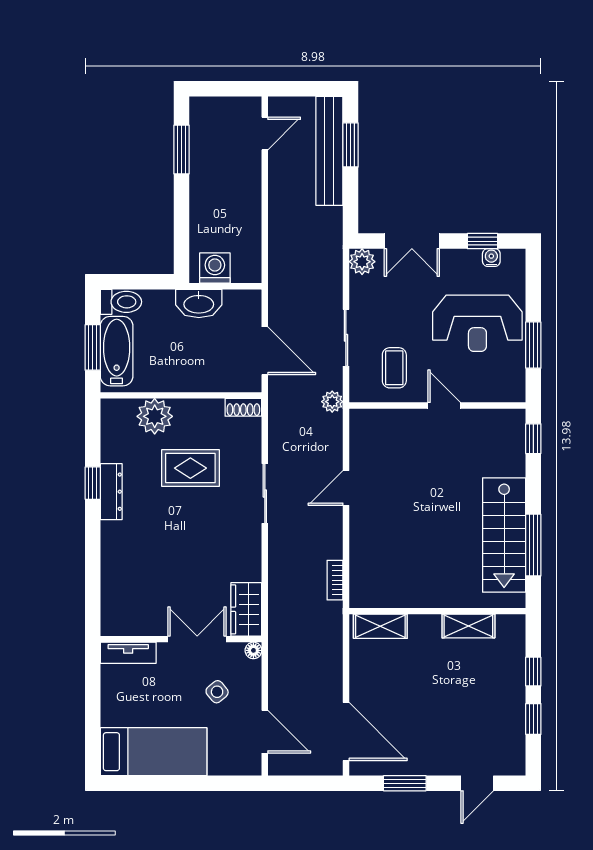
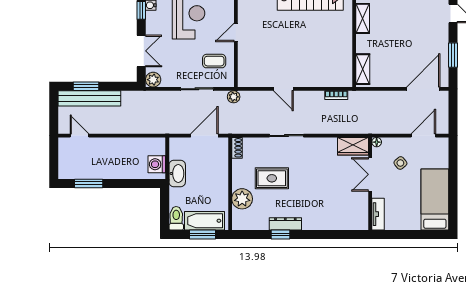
rug: (190, 468) -> (272, 178), turned 90

